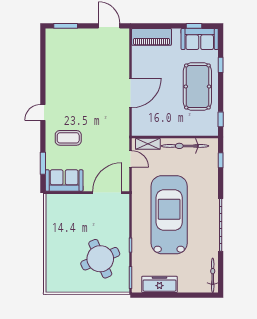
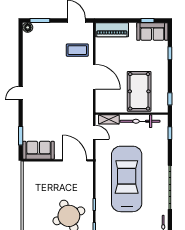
floor lamp: (51, 34) -> (28, 27), added
pool table: (197, 86) -> (139, 91), moved
door: (131, 93) -> (94, 77), hinge flipped
coffee table: (68, 138) -> (77, 50), moved
door: (107, 193) -> (75, 160), hinge flipped

